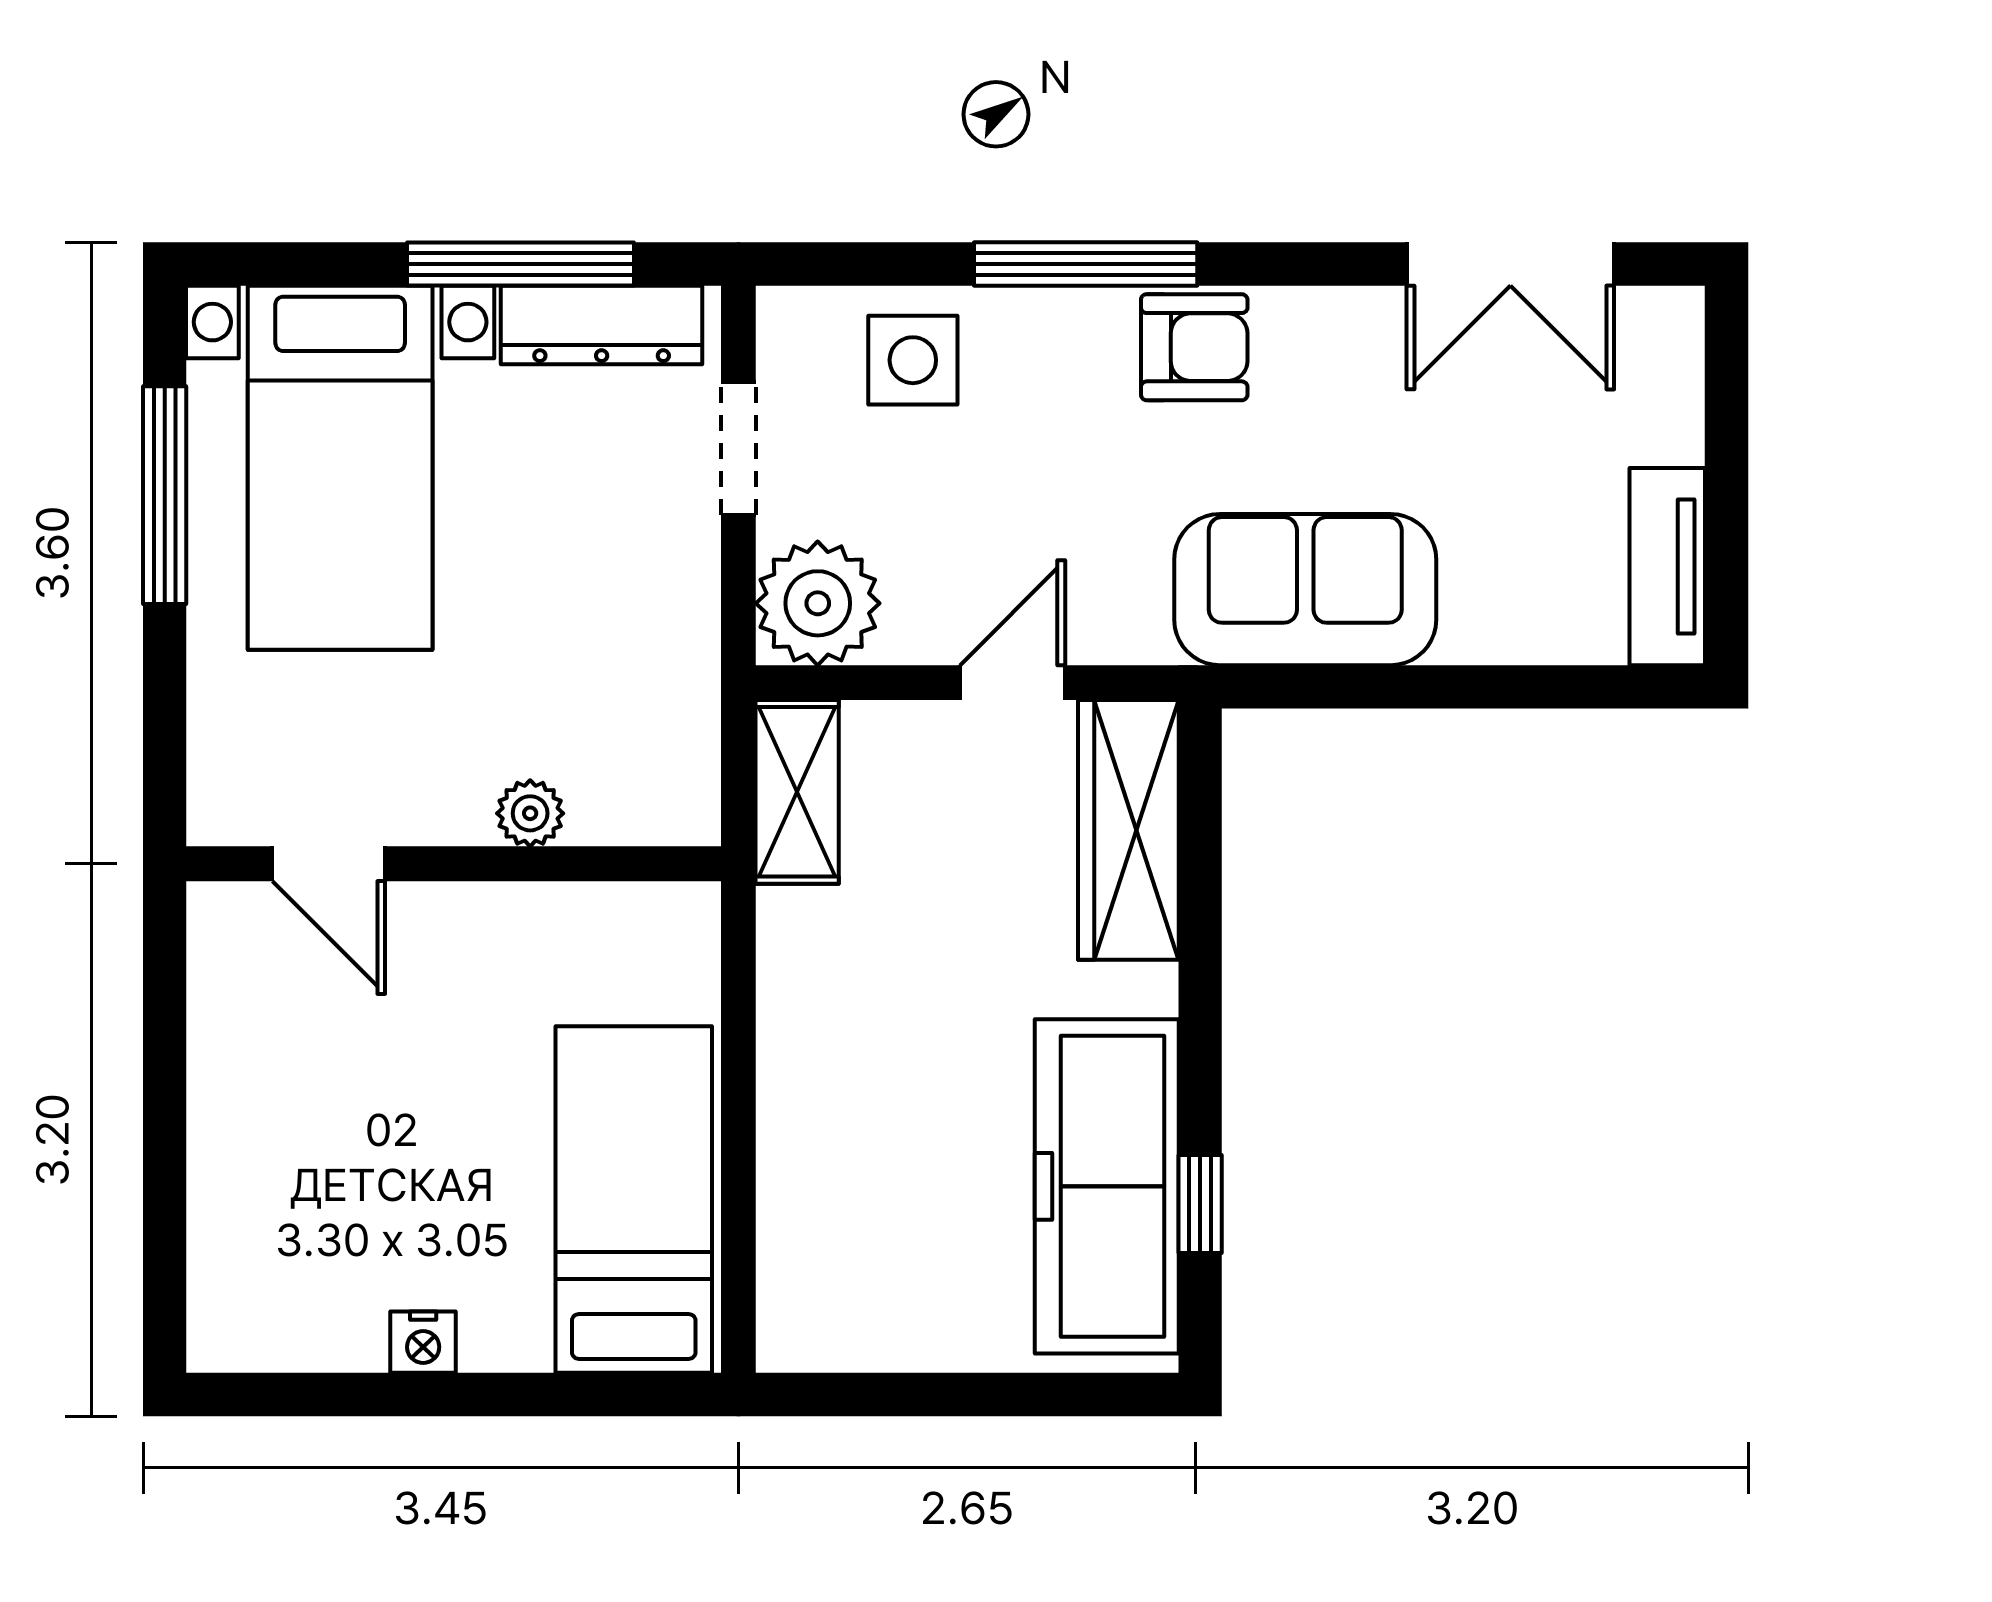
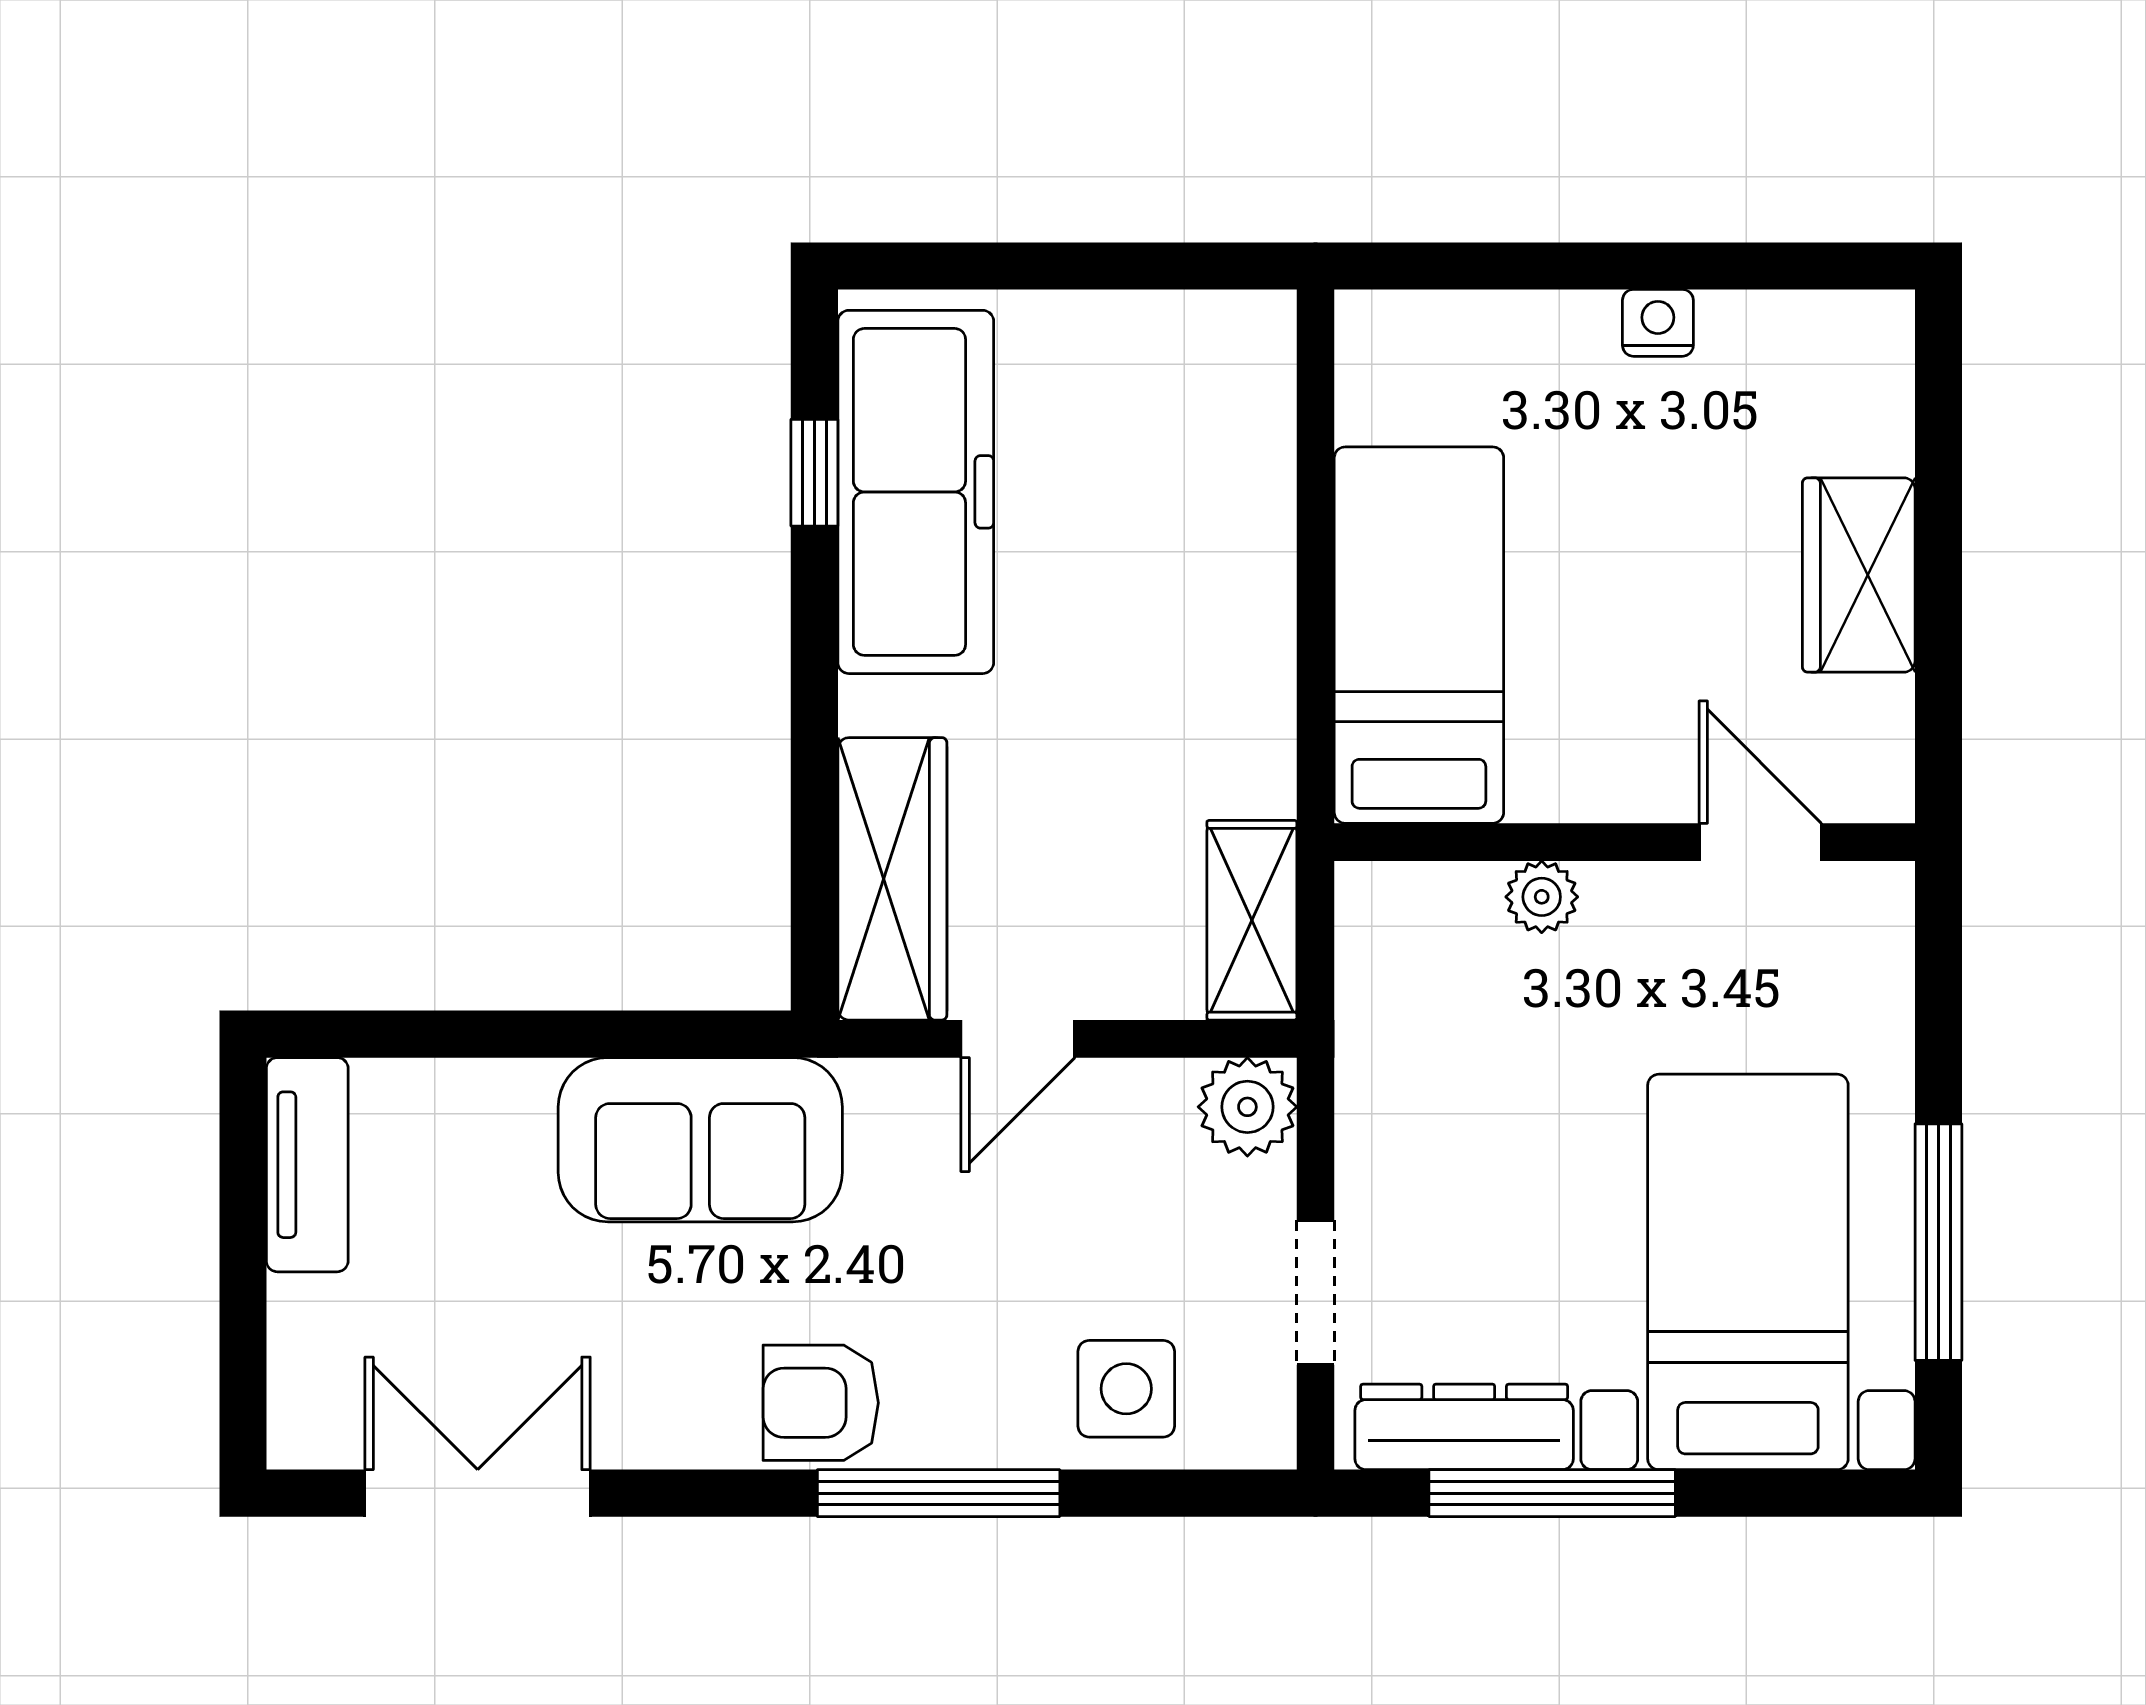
plant: (818, 603) -> (1247, 1107), width x0.73, depth x0.73
wardrobe: (238, 1110) -> (1859, 575), added
bed: (634, 1199) -> (1419, 635), moved, turned 180

